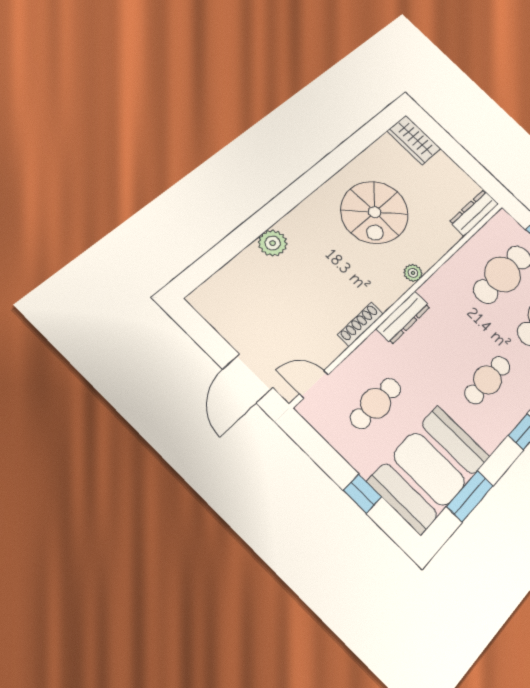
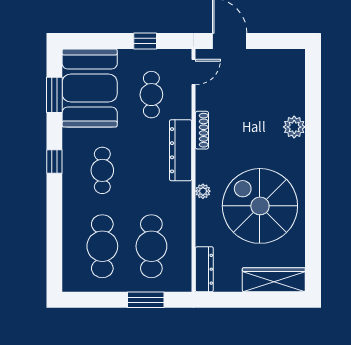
wardrobe: (414, 140) -> (274, 280), width x1.50
spiral stairs: (375, 212) -> (260, 206), width x1.37, depth x1.37
dresser: (403, 318) -> (181, 150), width x1.37, depth x1.24
window: (363, 494) -> (145, 41), moved

